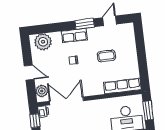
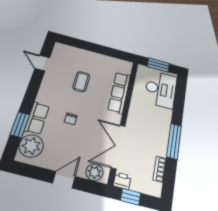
window: (85, 24) -> (20, 125), moved
row of seats: (74, 35) -> (37, 118), moved
row of seats: (122, 86) -> (119, 92), moved

